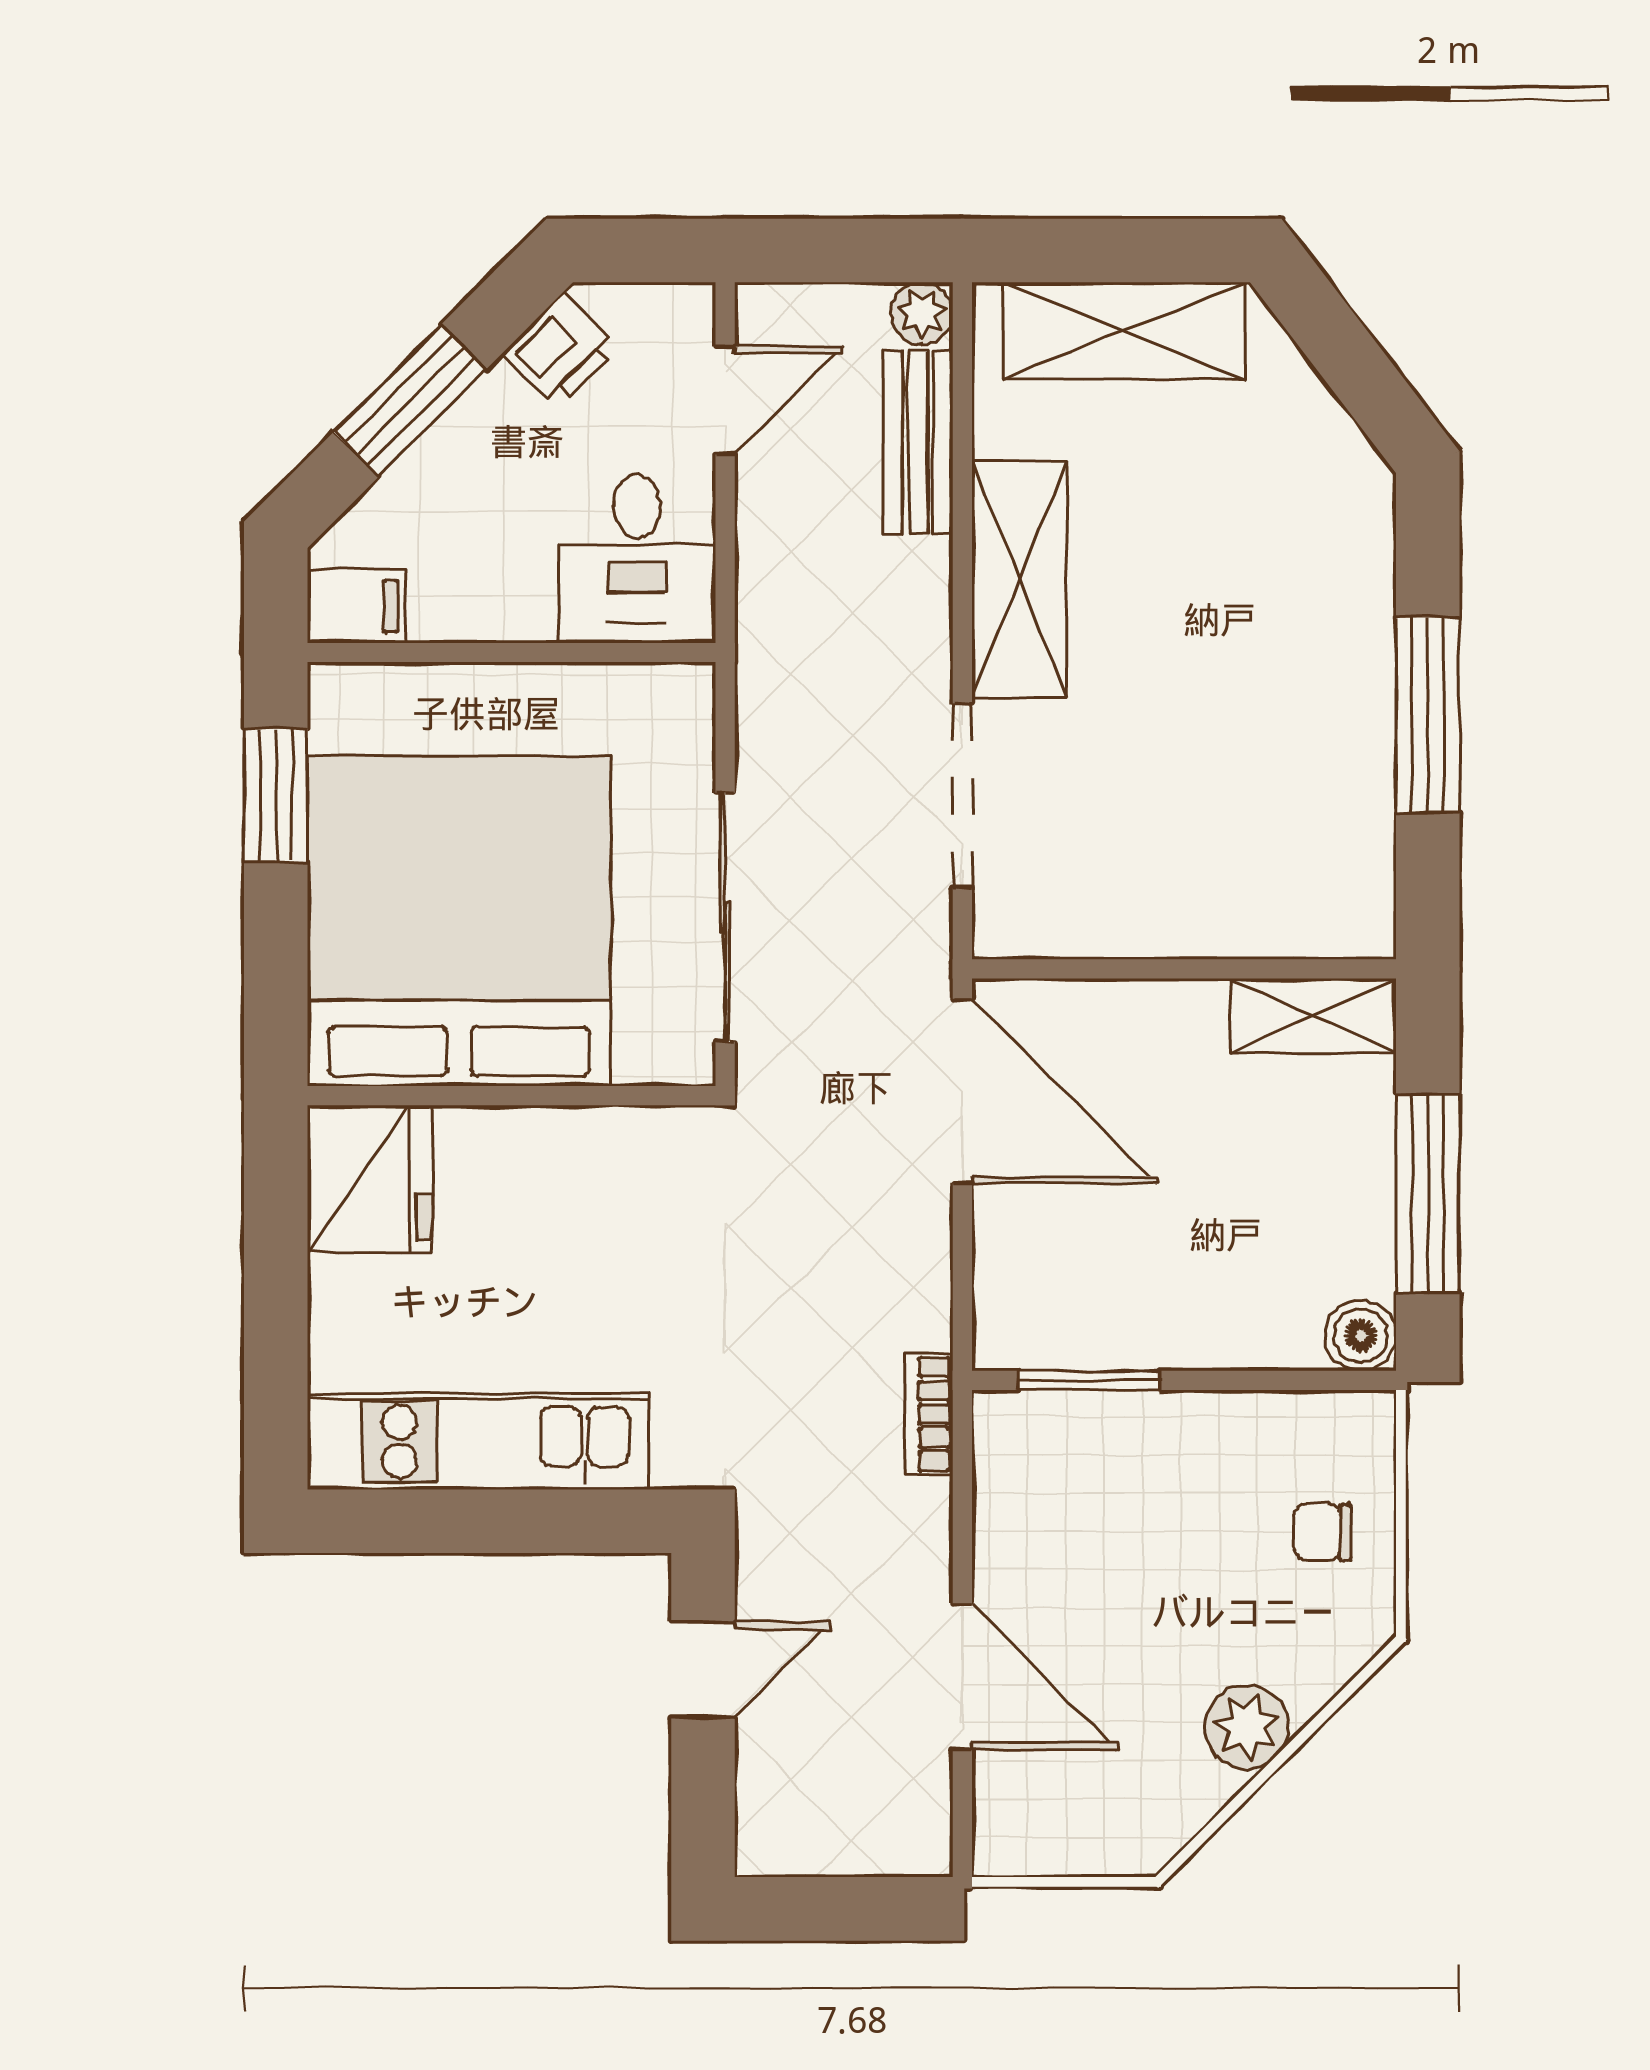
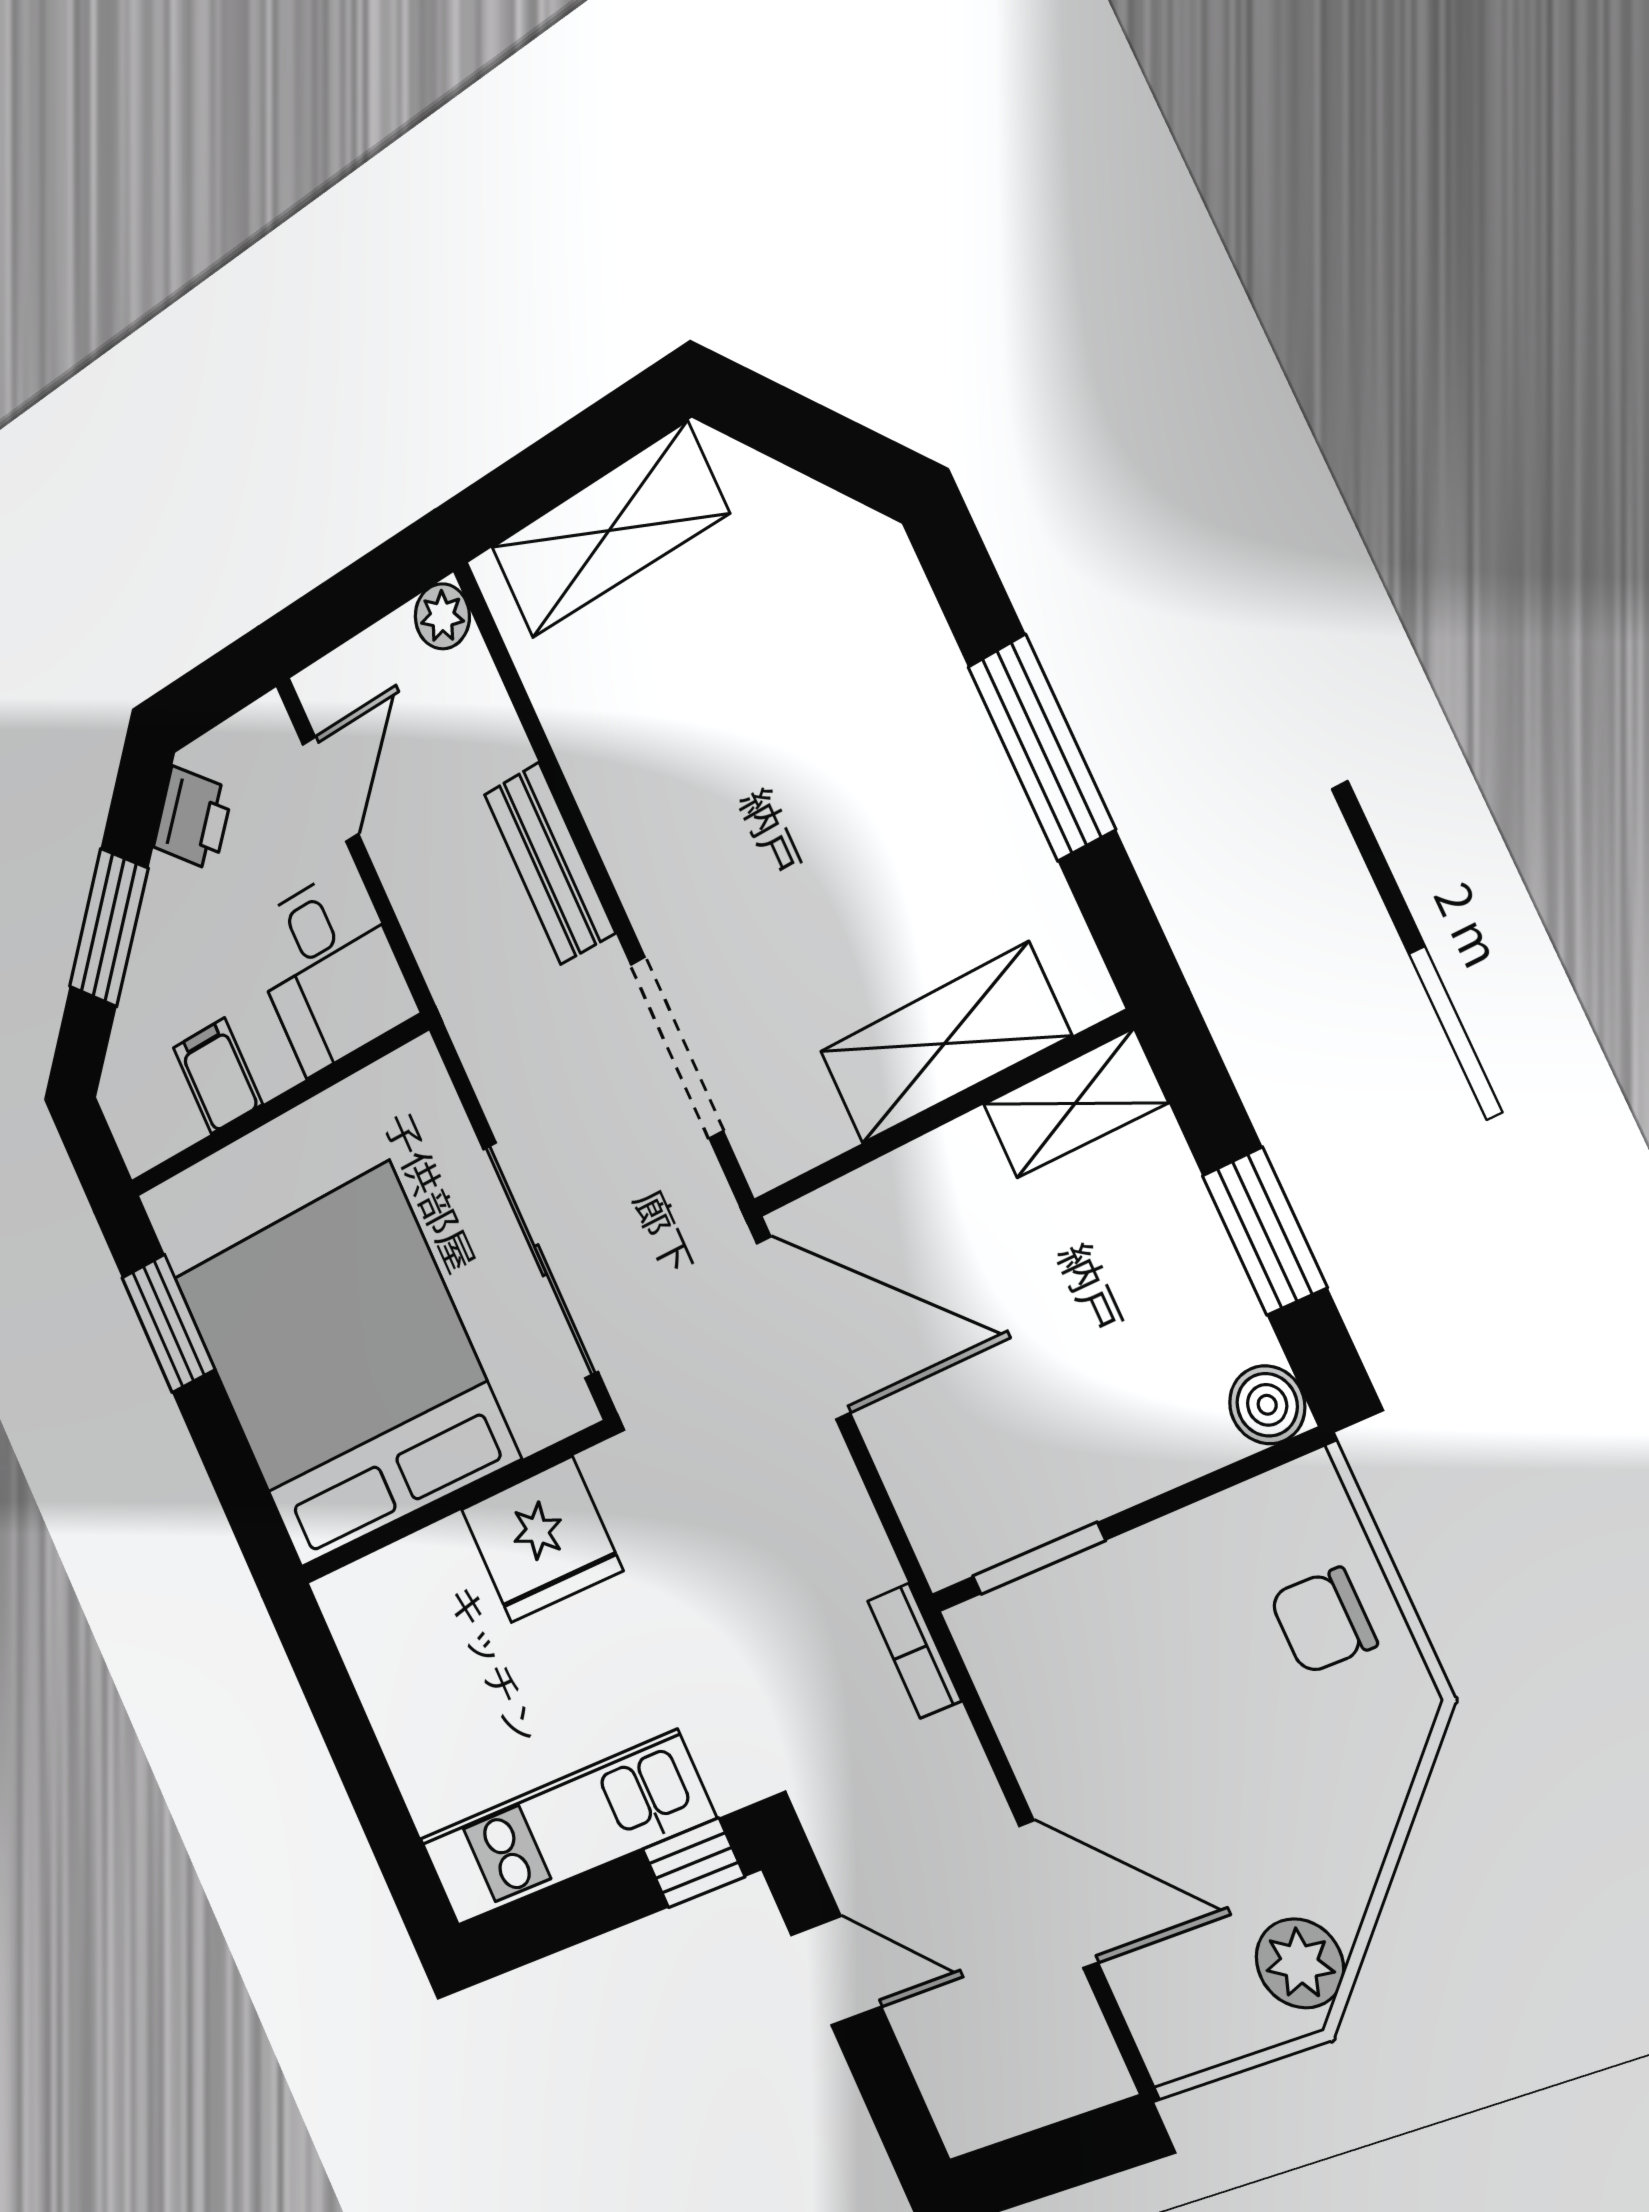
bench: (918, 442) -> (550, 864), moved
shelving: (1019, 579) -> (944, 1044), moved, turned 90
filing cabinet: (356, 606) -> (218, 1076), moved, turned -90
fridge: (370, 1179) -> (542, 1540), moved, turned 90
window: (1428, 1194) -> (1265, 1231), width x0.69
window: (602, 1521) -> (694, 1863), added
chair: (1323, 1532) -> (1323, 1621), width x1.37, depth x1.37
door: (703, 1670) -> (836, 1971), hinge flipped
plant: (1247, 1727) -> (1300, 1963), moved

